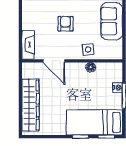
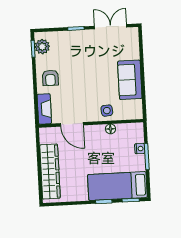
armchair: (65, 24) -> (50, 78), moved, turned 180

